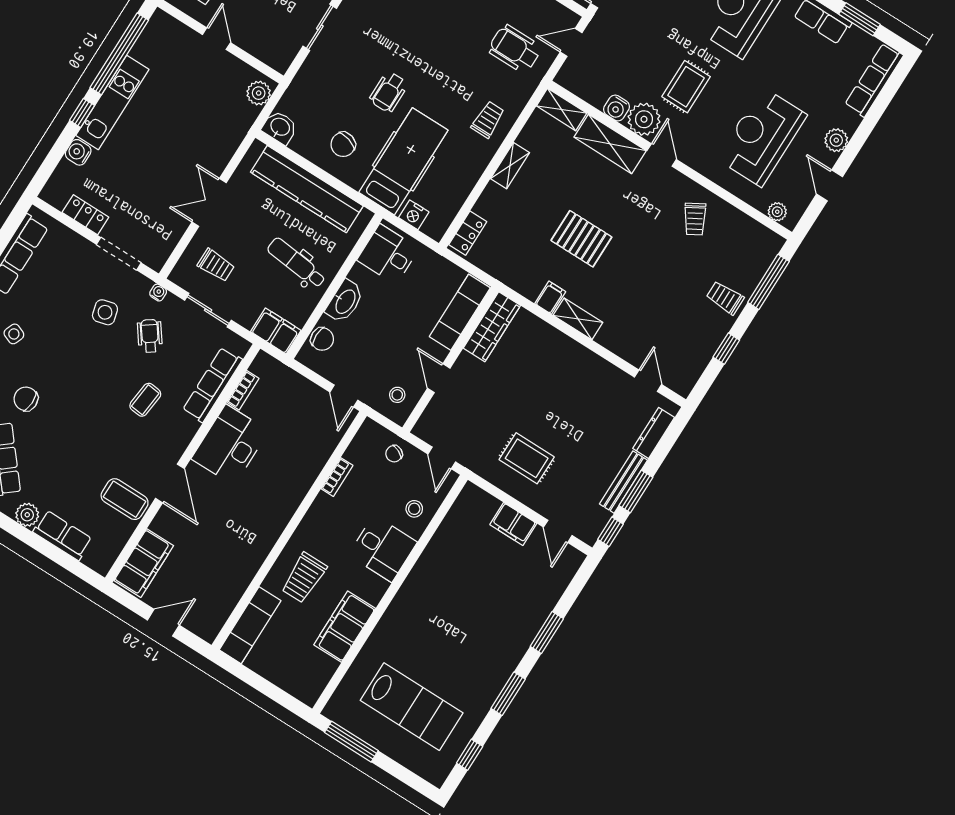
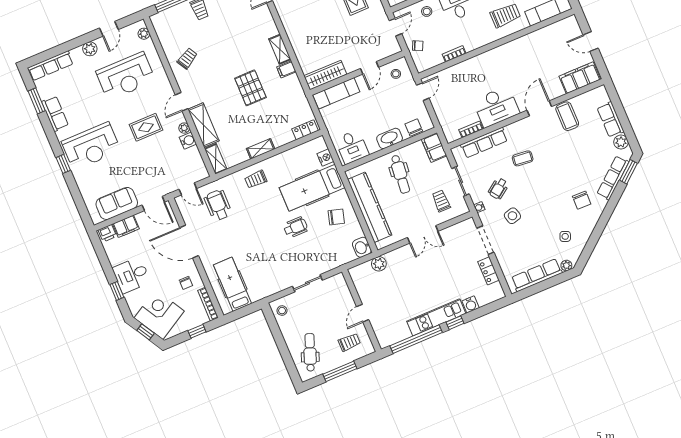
wheelchair: (515, 49) -> (218, 205), turned 180
plant: (259, 93) -> (379, 264), moved
plant: (644, 119) -> (184, 128), width x0.53, depth x0.53

